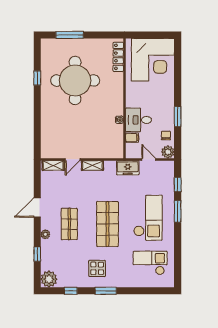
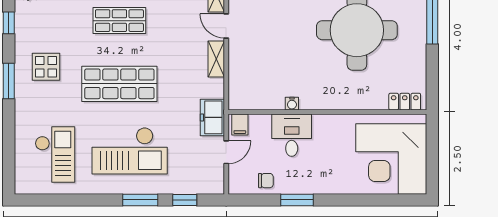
locker: (118, 57) -> (405, 102), width x0.66
filing cabinet: (132, 138) -> (240, 125), moved
plant: (168, 152) -> (239, 184), removed

